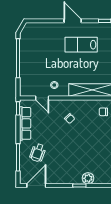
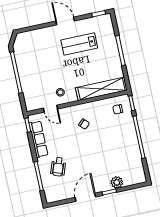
door: (36, 186) -> (85, 197), moved

